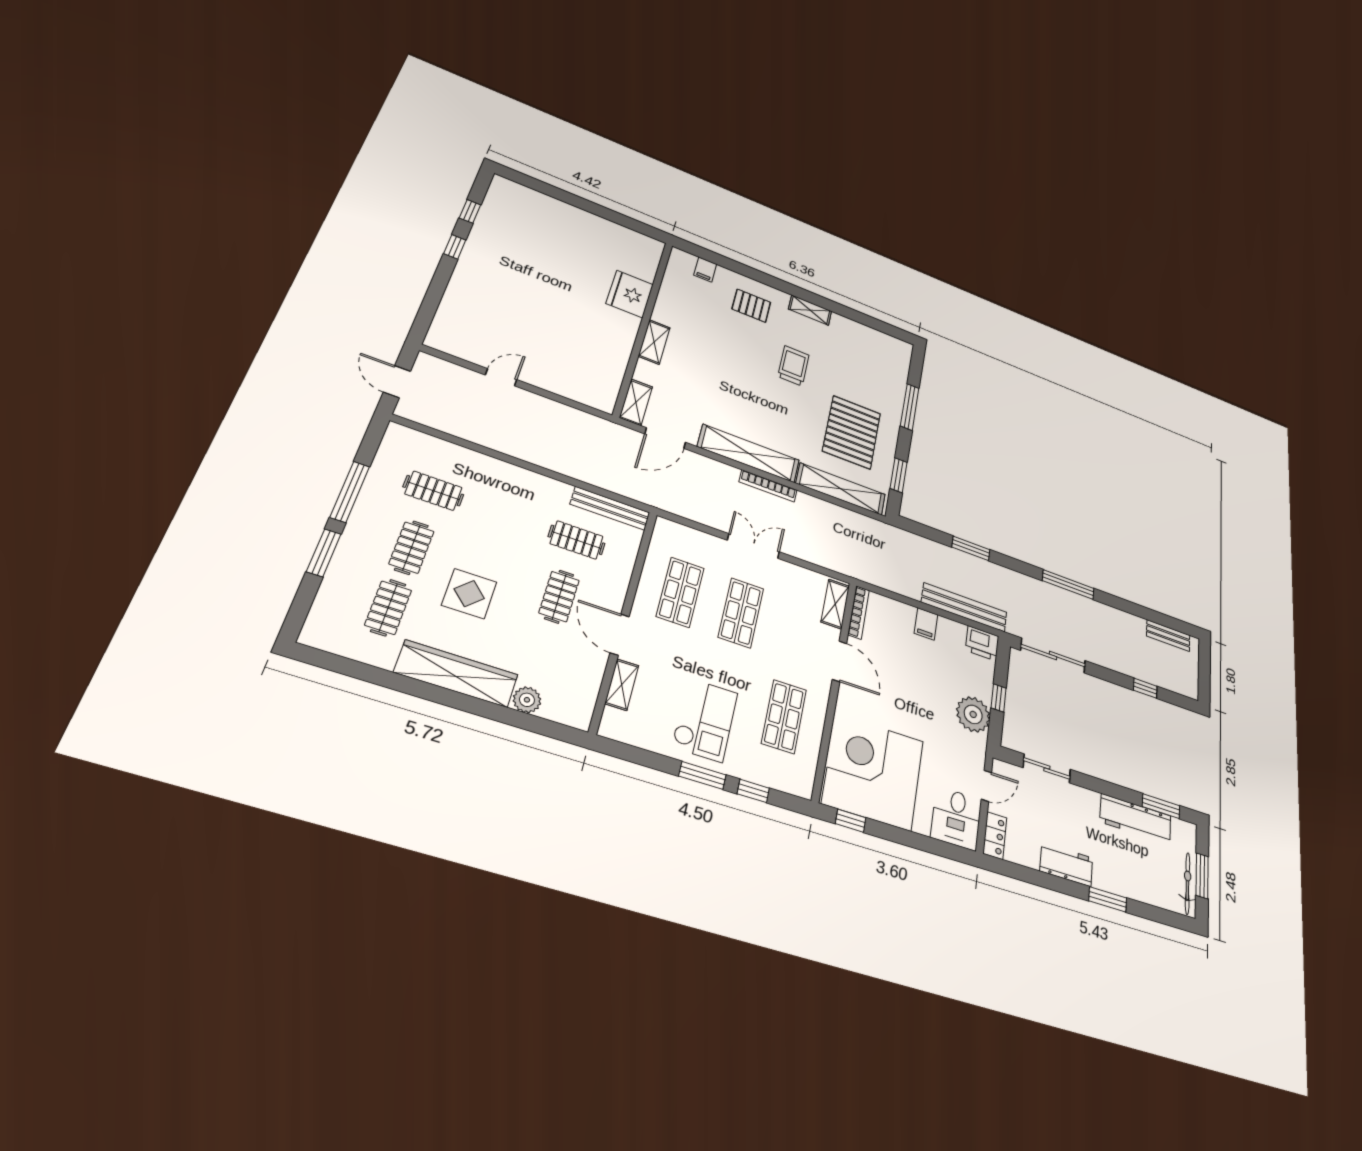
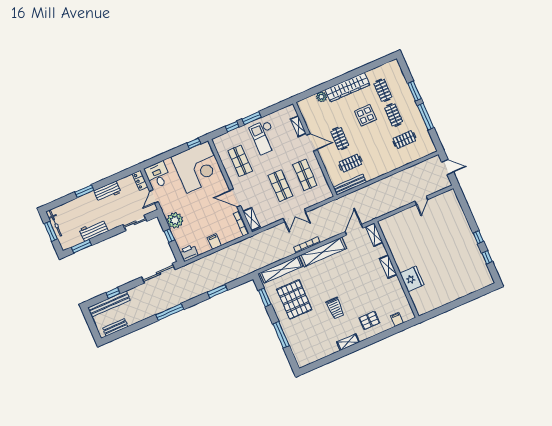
bench: (964, 607) -> (109, 304), moved
workbench: (1136, 819) -> (94, 230), width x0.73

